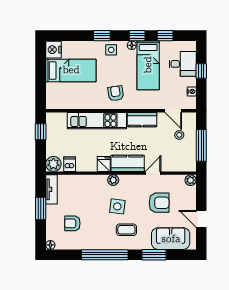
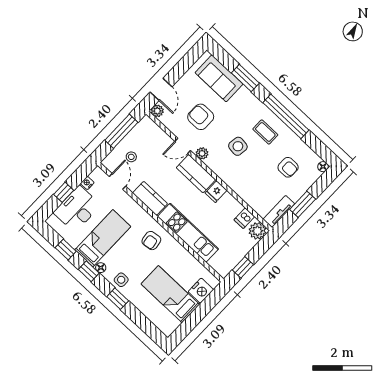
nightstand: (53, 50) -> (201, 291), moved
desk: (183, 64) -> (77, 209), width x1.37
plant: (113, 180) -> (202, 153), moved
door: (201, 219) -> (161, 89), moved
coffee table: (126, 230) -> (265, 132), moved

